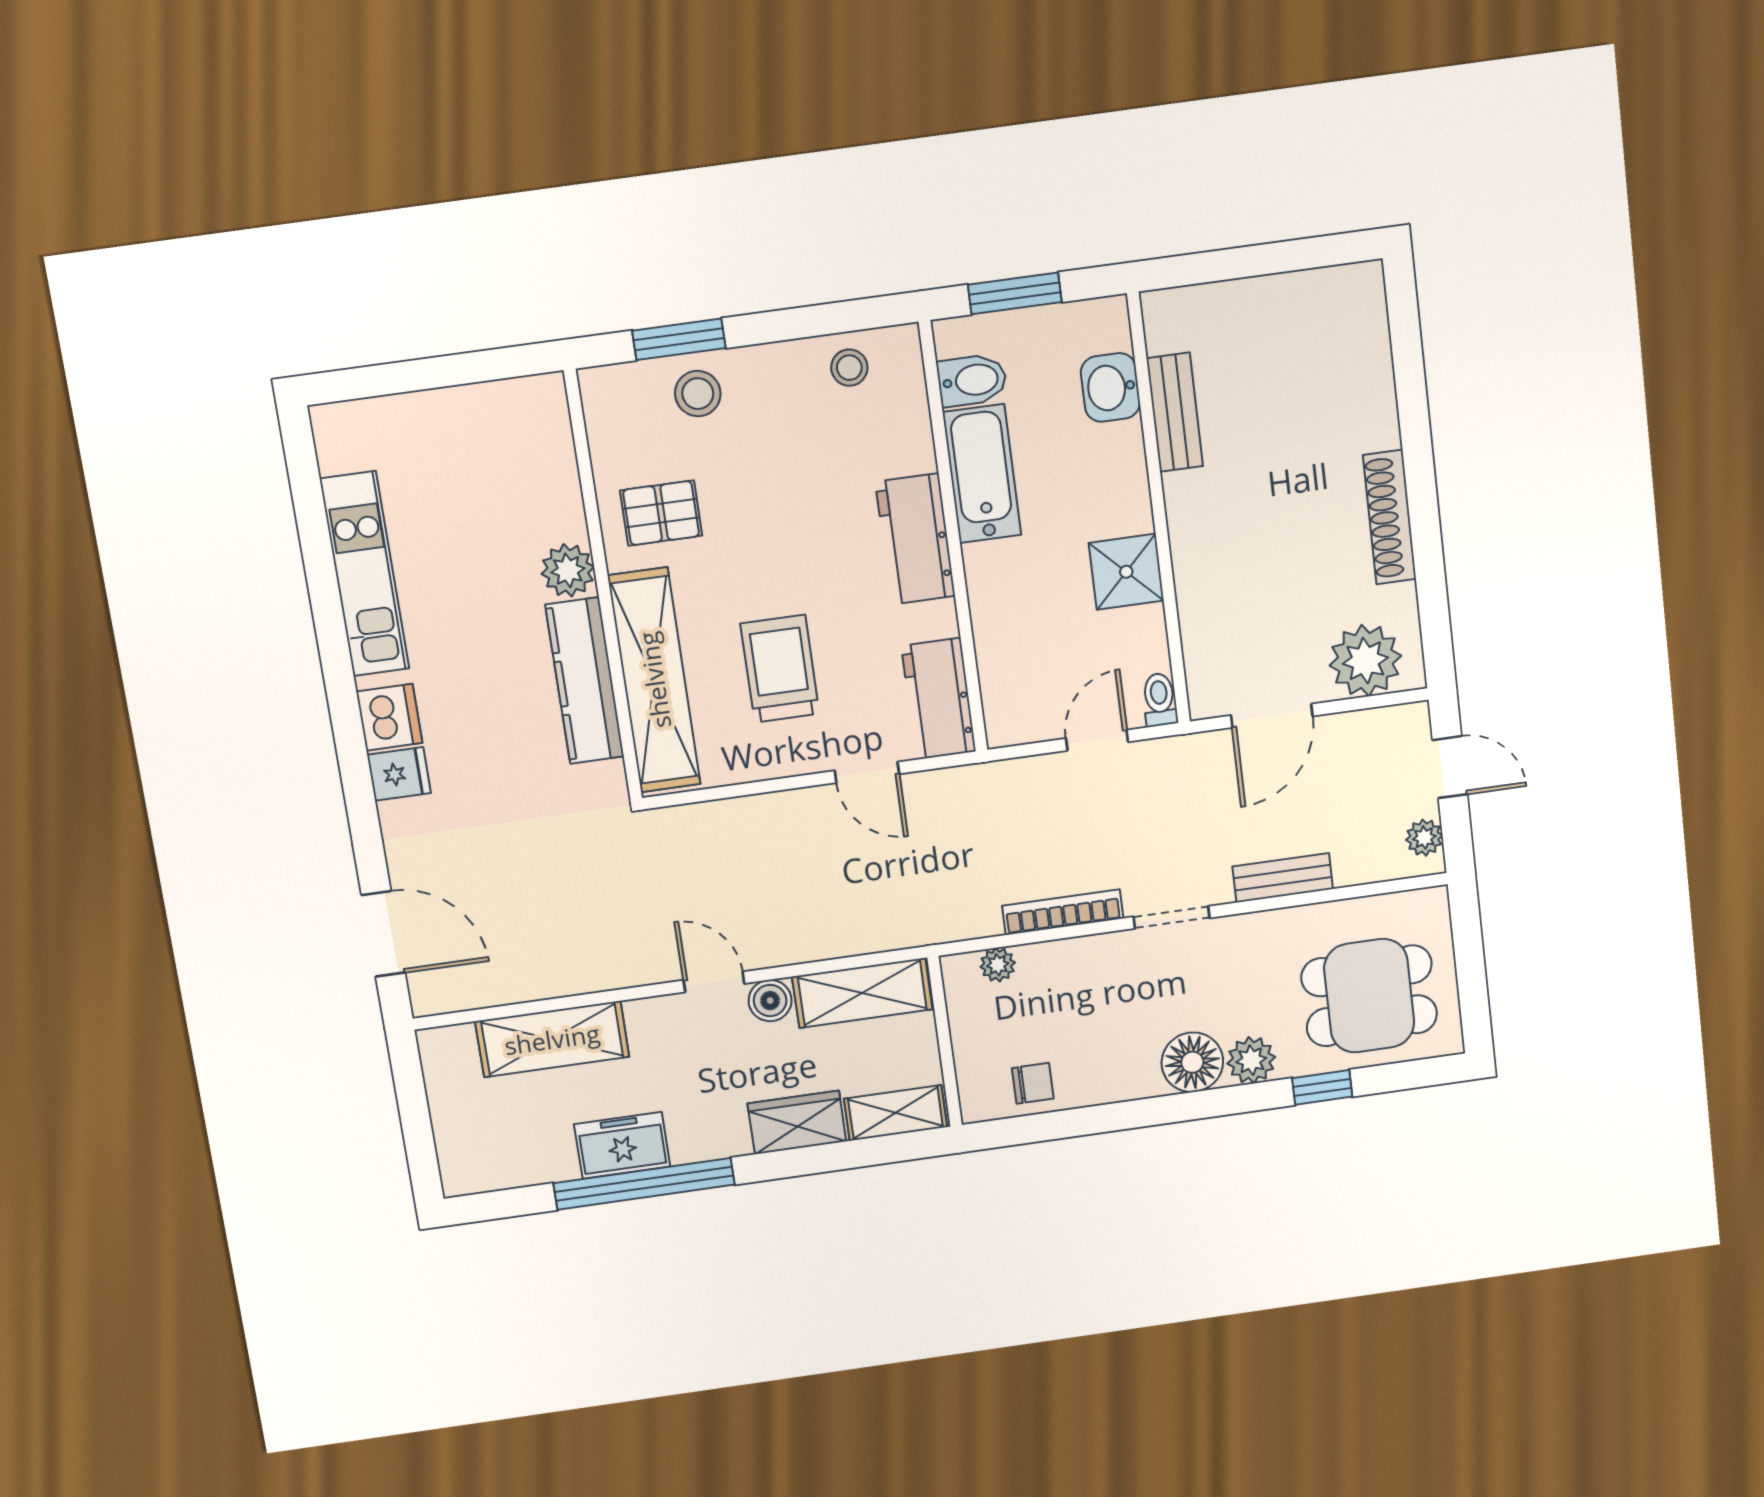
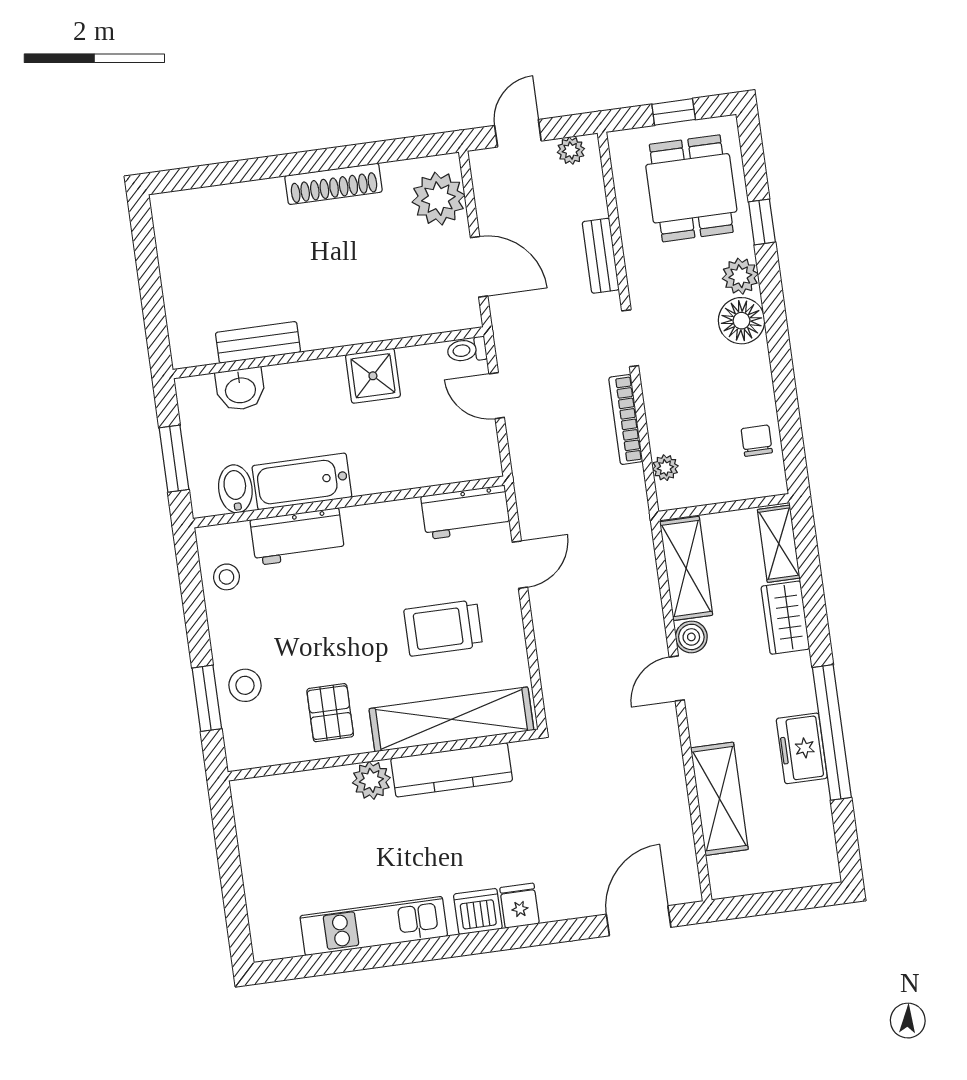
workbench: (915, 539) -> (297, 537), moved
window: (1471, 972) -> (674, 112), added

